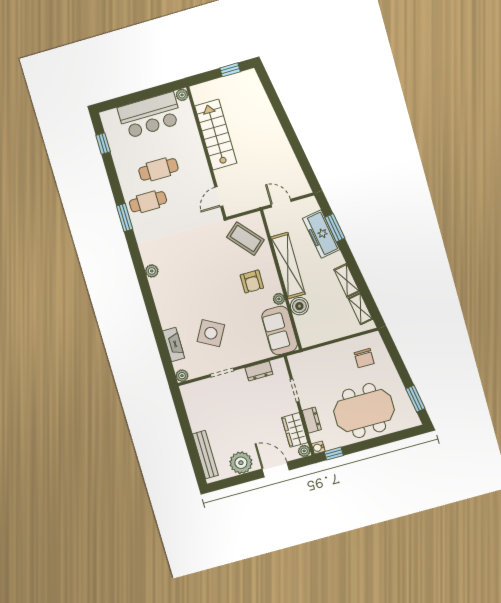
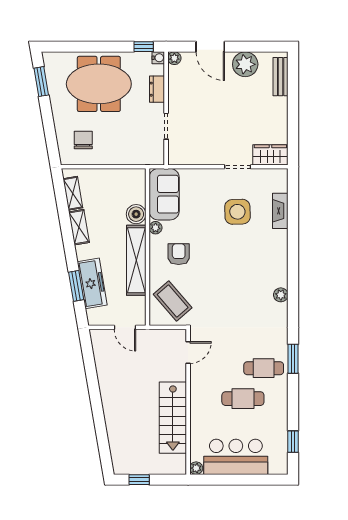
side table: (211, 333) -> (237, 212), turned -31
dresser: (259, 371) -> (198, 157), removed
plant: (182, 376) -> (281, 175), removed
wardrobe: (295, 430) -> (270, 155), moved, turned -90
bench: (205, 455) -> (281, 77), width x0.73

